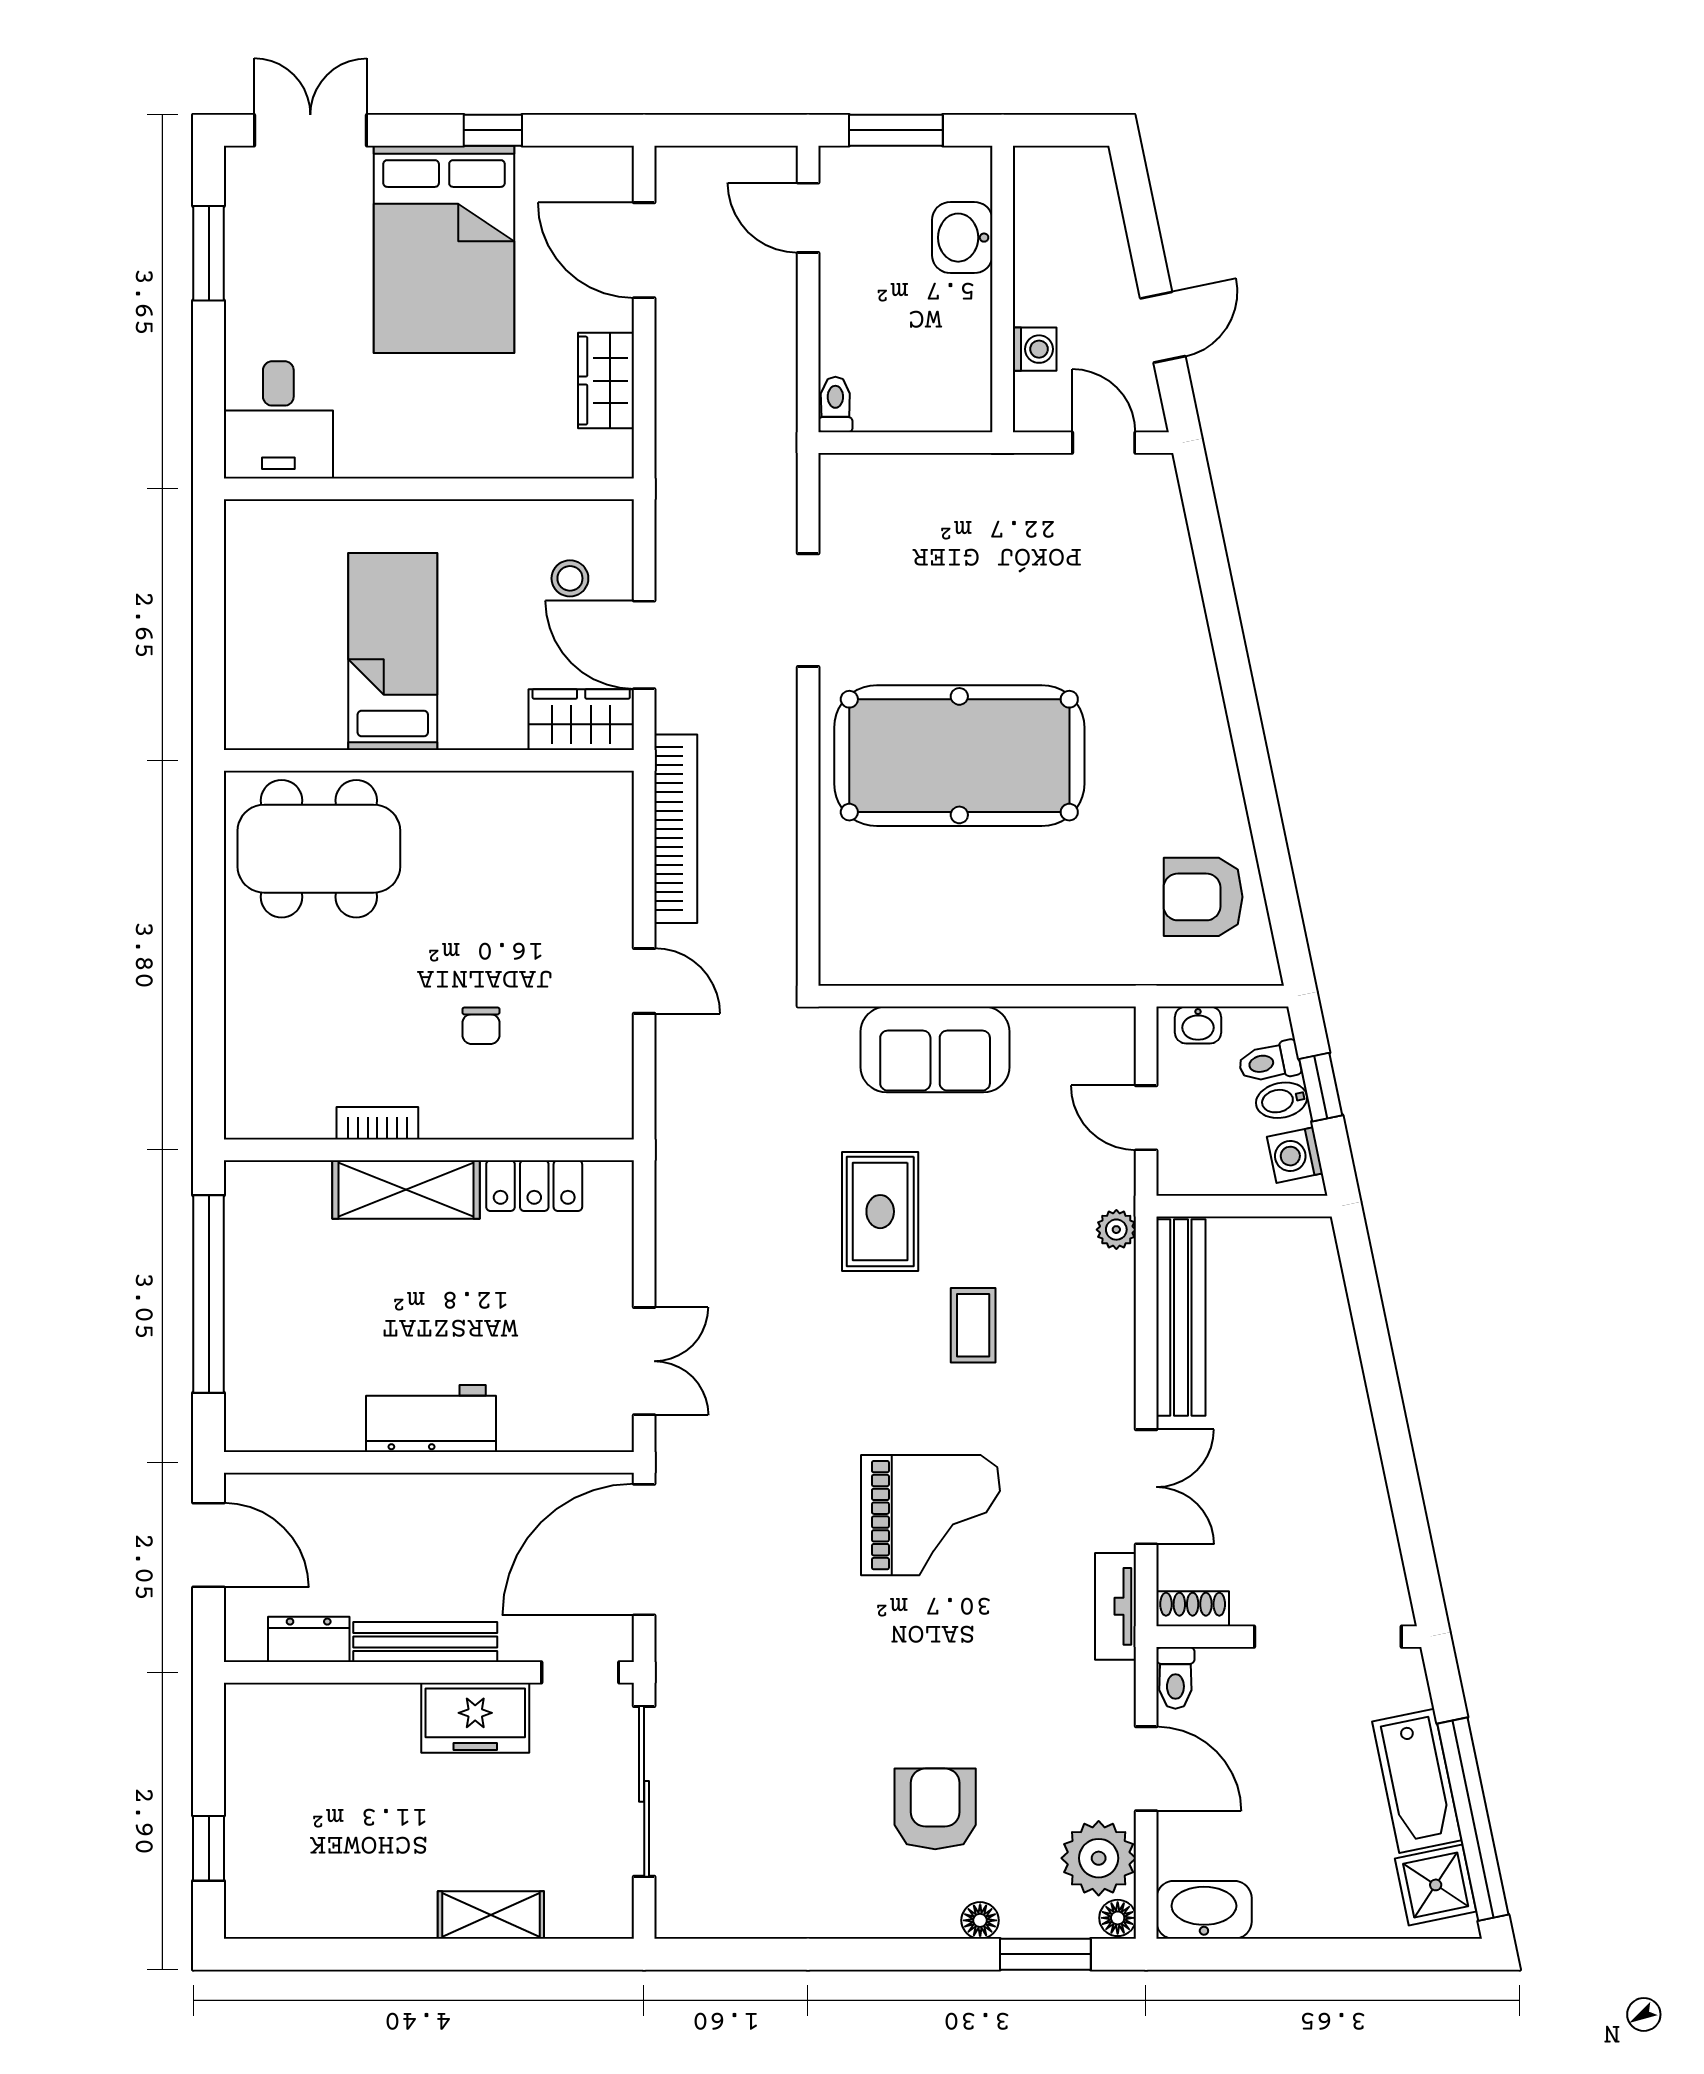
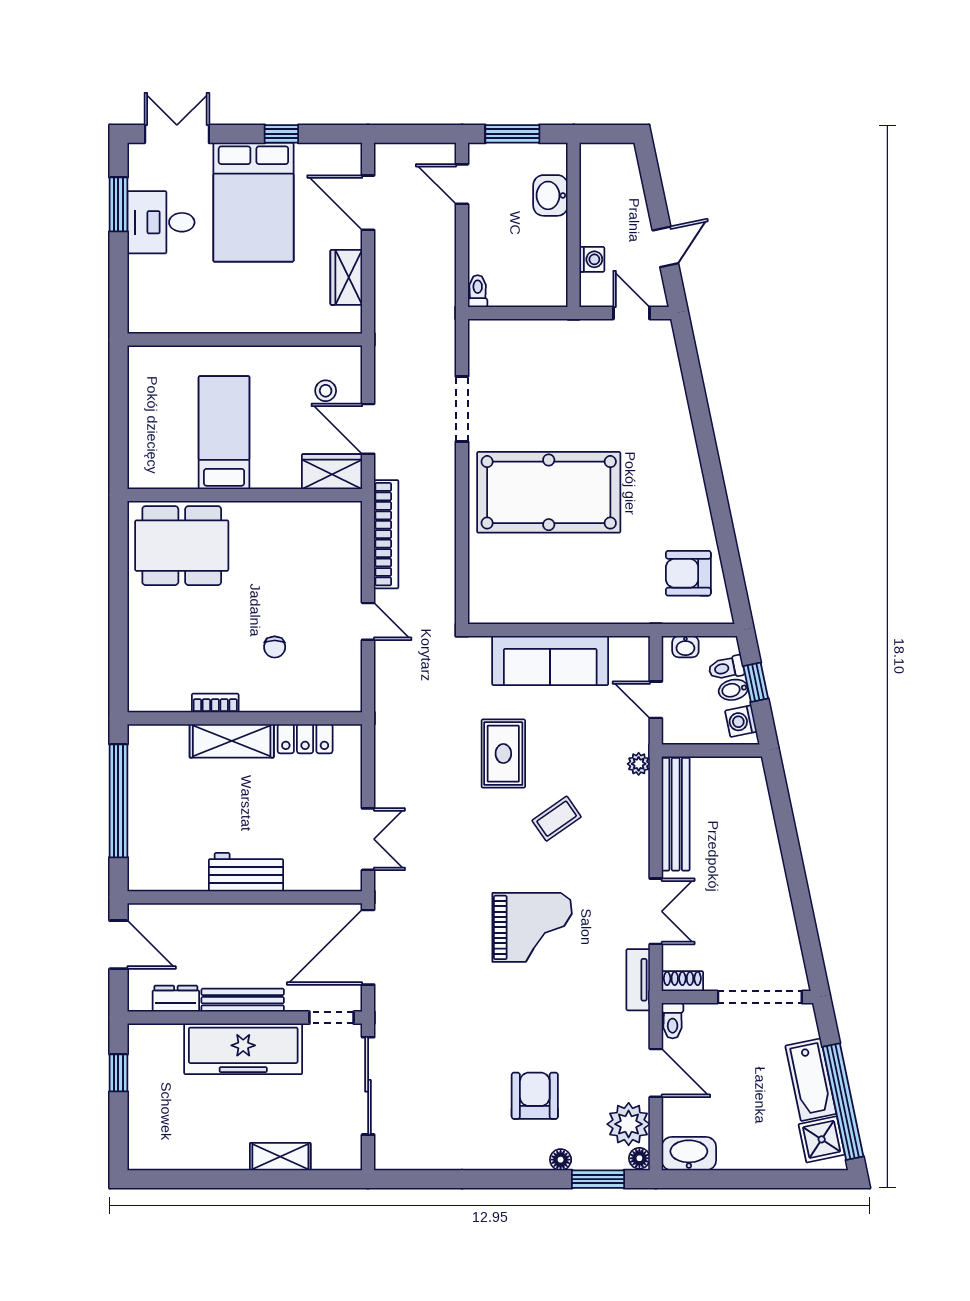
desk: (278, 420) -> (161, 222), moved, turned 90
sofa: (935, 1049) -> (550, 661), width x1.36
coffee table: (973, 1325) -> (557, 819), turned 55
freezer: (475, 1718) -> (243, 1049), width x1.91, depth x1.26
window: (209, 1848) -> (118, 1073), moved

